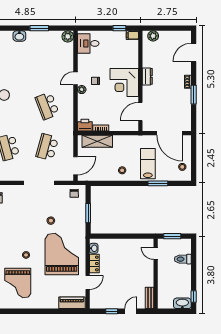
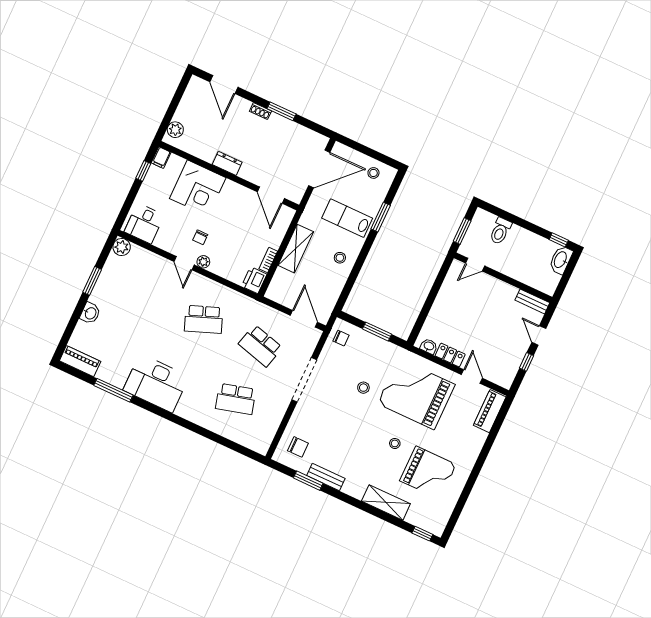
corner desk: (124, 83) -> (198, 188), moved
shelving: (97, 141) -> (296, 249), moved

